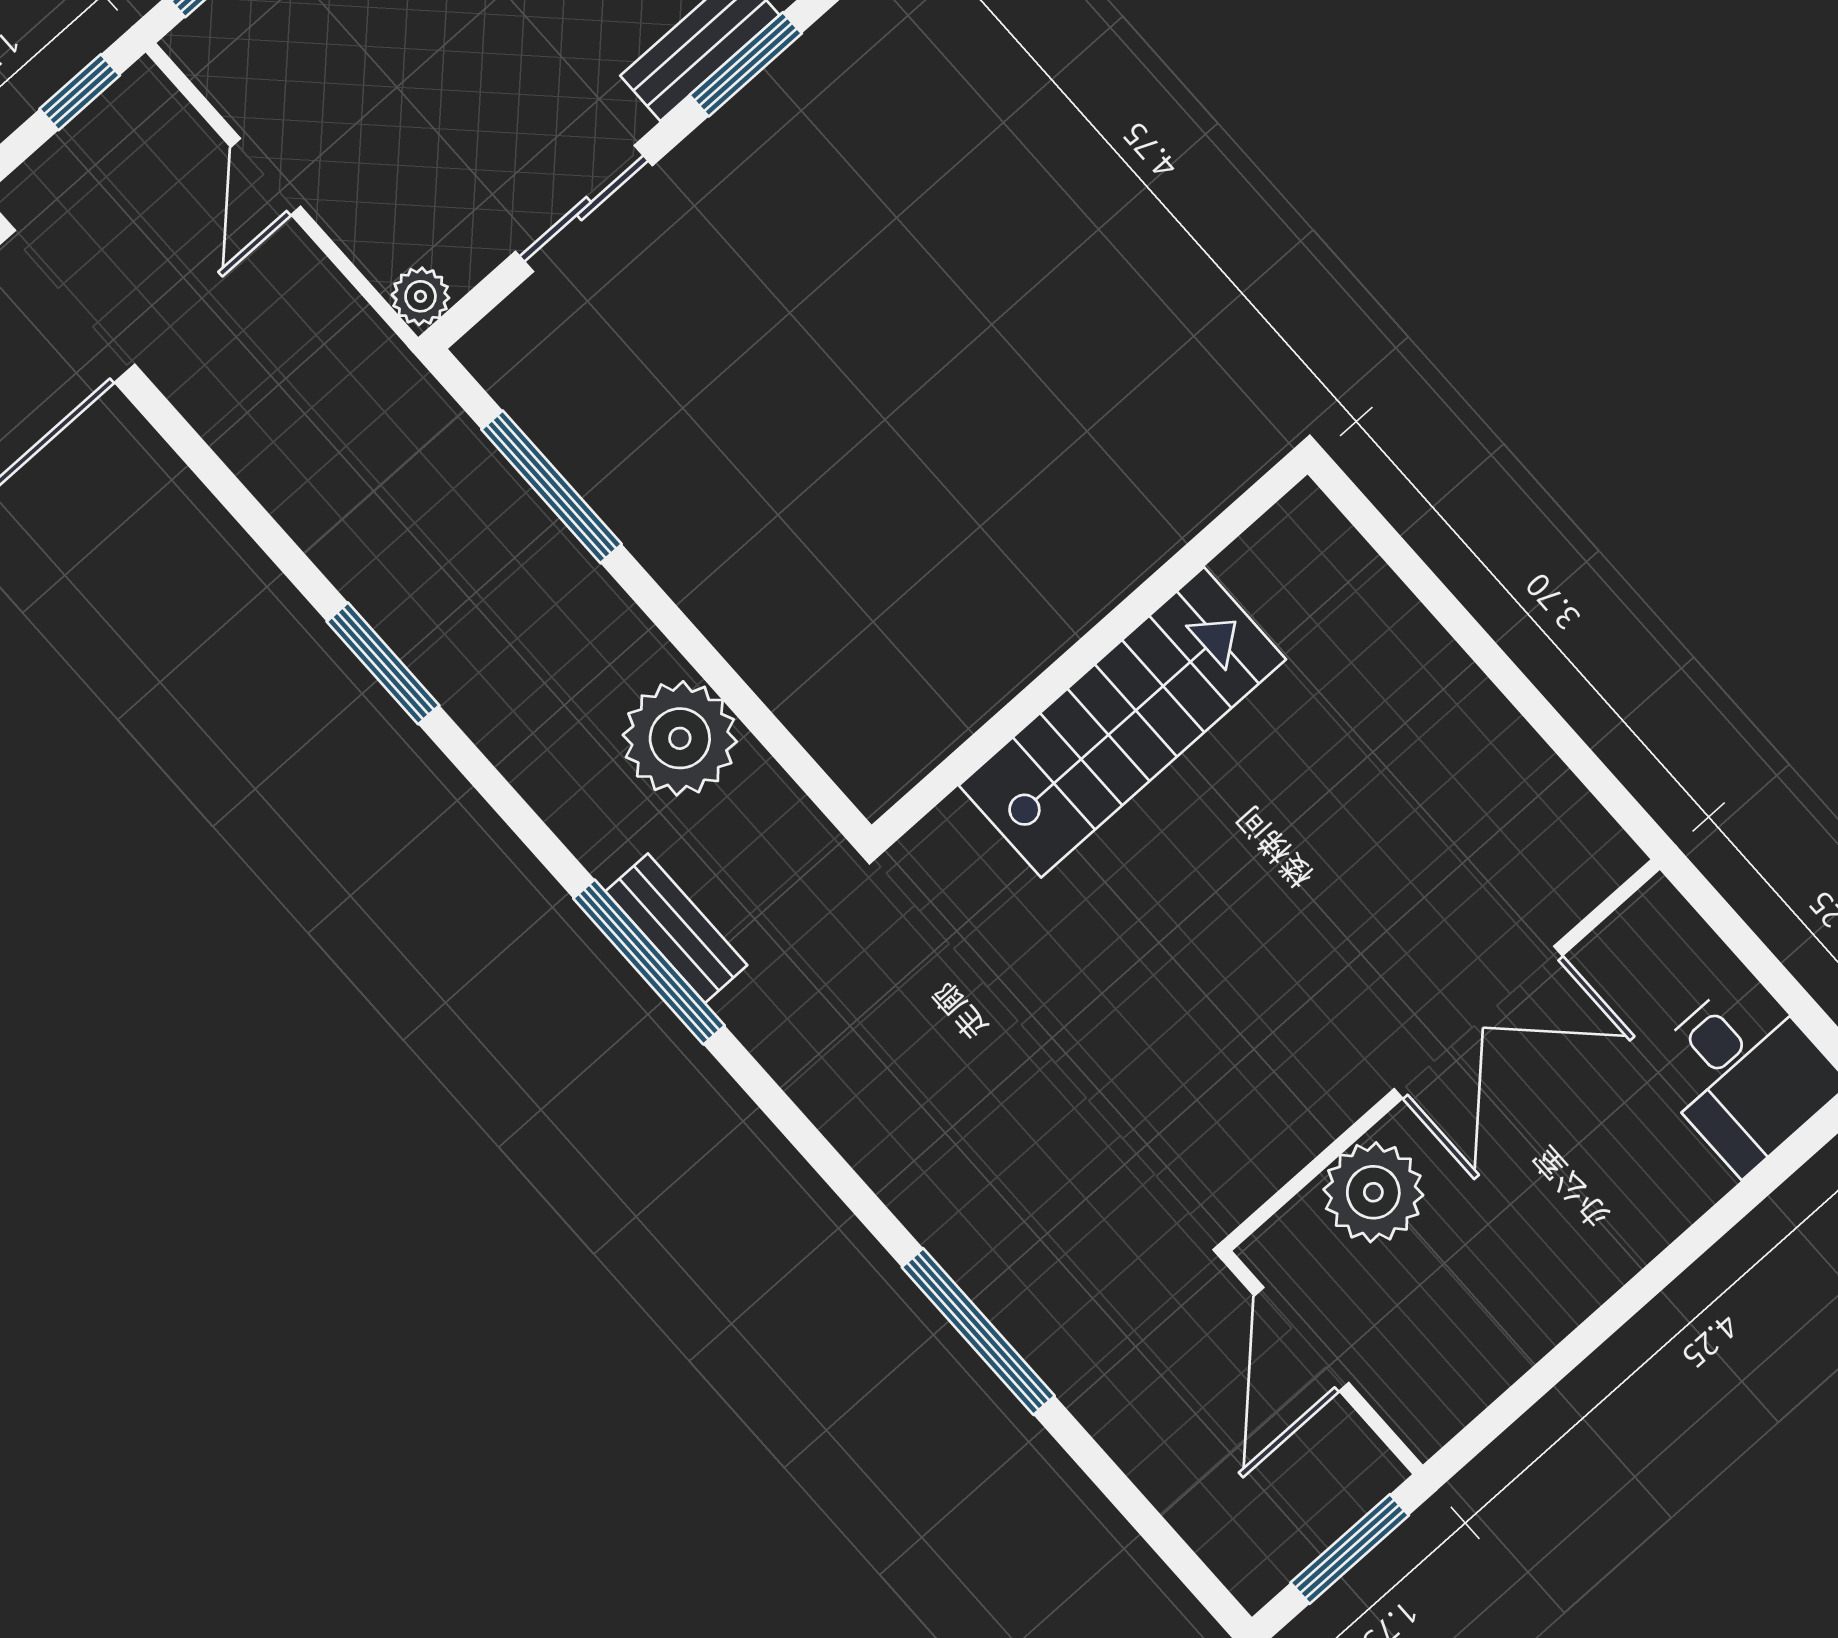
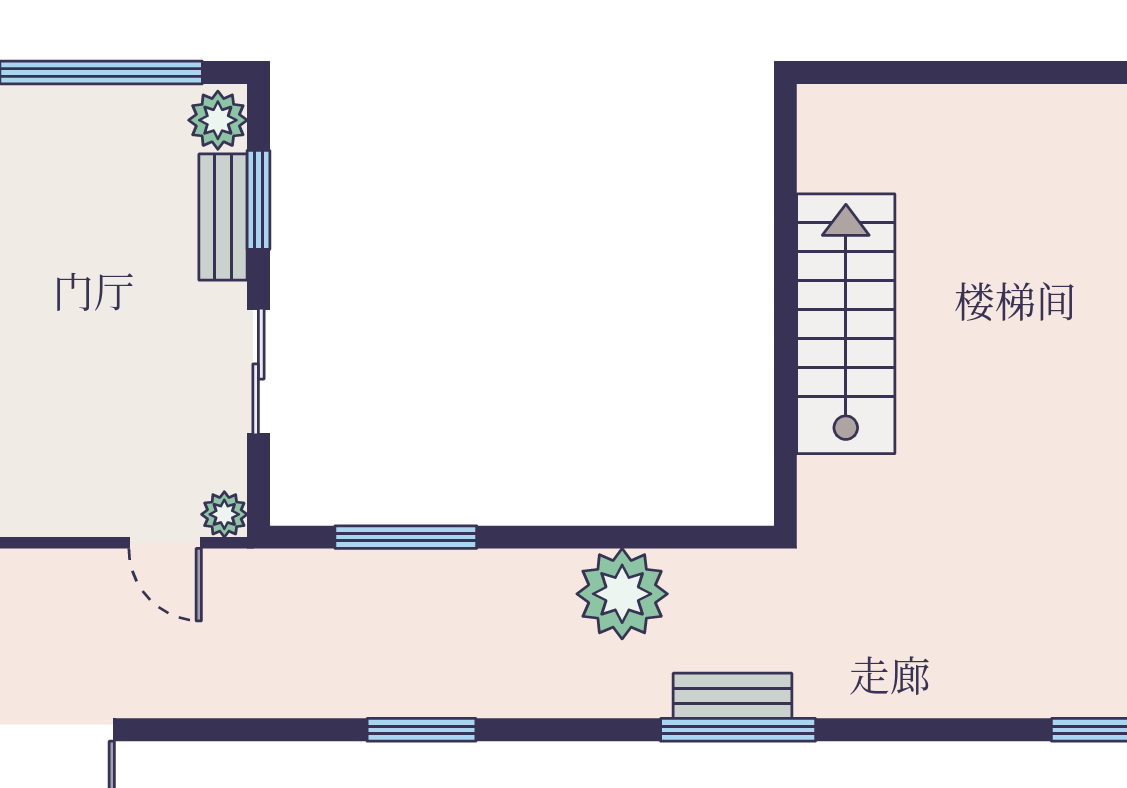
door: (266, 177) -> (165, 543), moved

